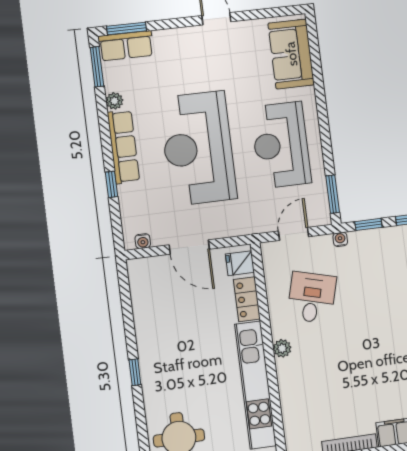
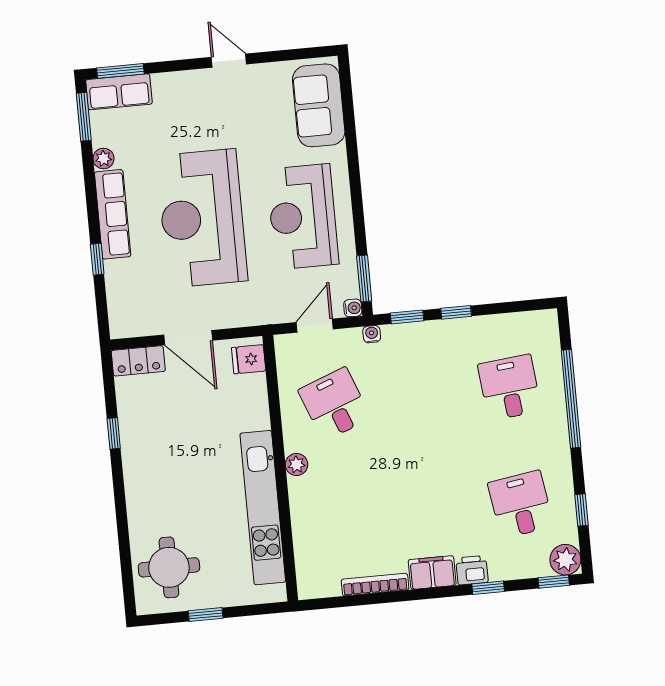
water cooler: (143, 241) -> (353, 308), moved, turned -90
desk: (312, 298) -> (335, 404), turned -36
locker: (247, 299) -> (138, 361), moved, turned -90
window: (135, 372) -> (114, 433), moved

